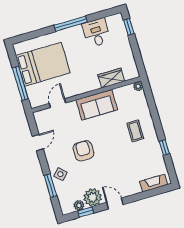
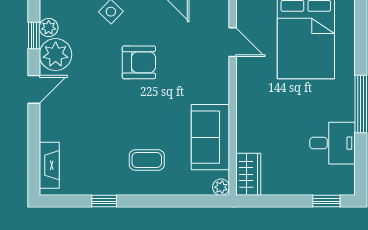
wardrobe: (111, 78) -> (248, 174), moved
sofa: (97, 105) -> (210, 137), moved

